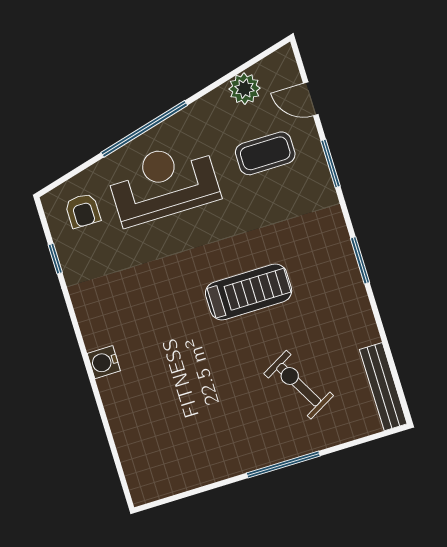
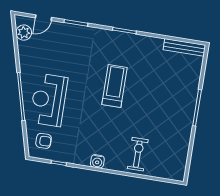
plant: (244, 89) -> (24, 33), moved
coffee table: (265, 153) -> (58, 49), removed
water cooler: (104, 362) -> (97, 161), moved
exercise bike: (299, 385) -> (138, 154), moved, turned 119

